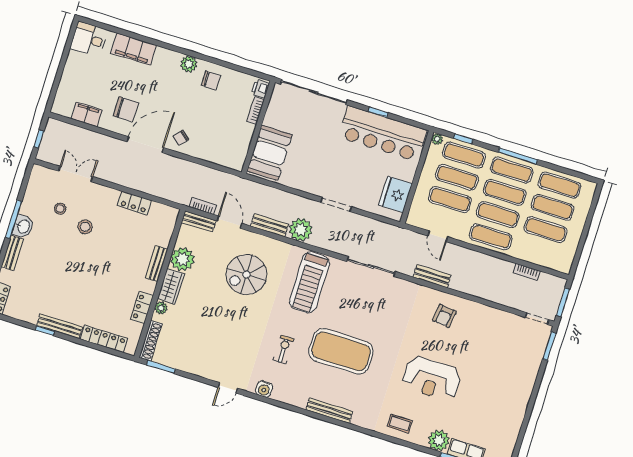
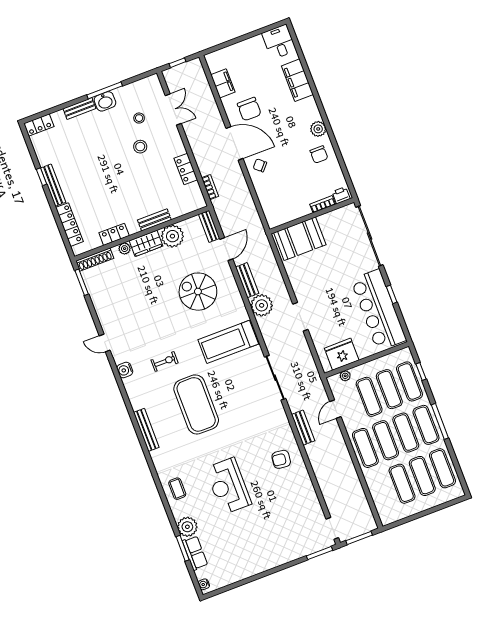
plant: (437, 139) -> (345, 376), moved
bookcase: (203, 206) -> (210, 187), moved
bookcase: (527, 272) -> (360, 494), removed

